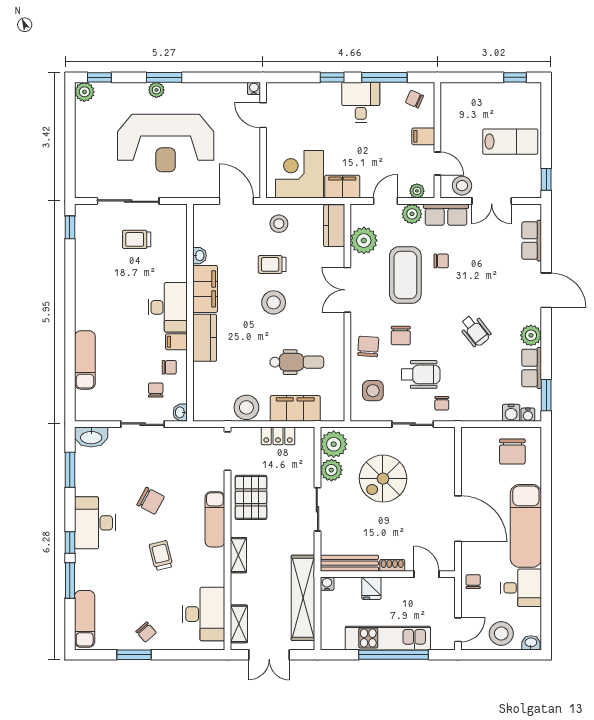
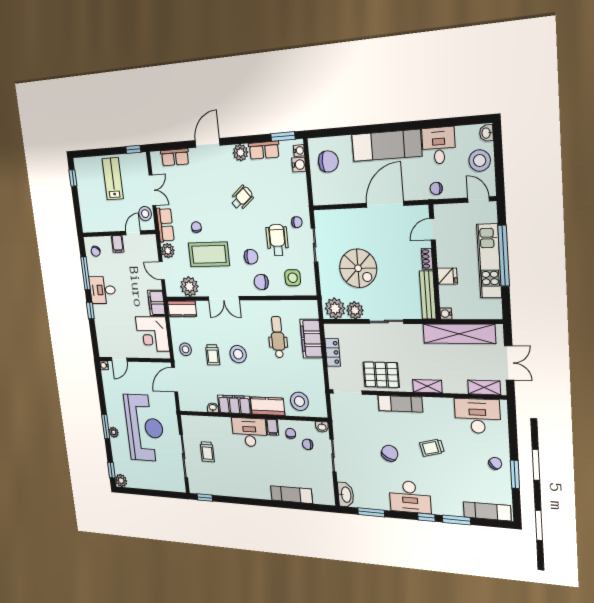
plant: (417, 191) -> (153, 247), removed
stool: (246, 407) -> (299, 401), moved

